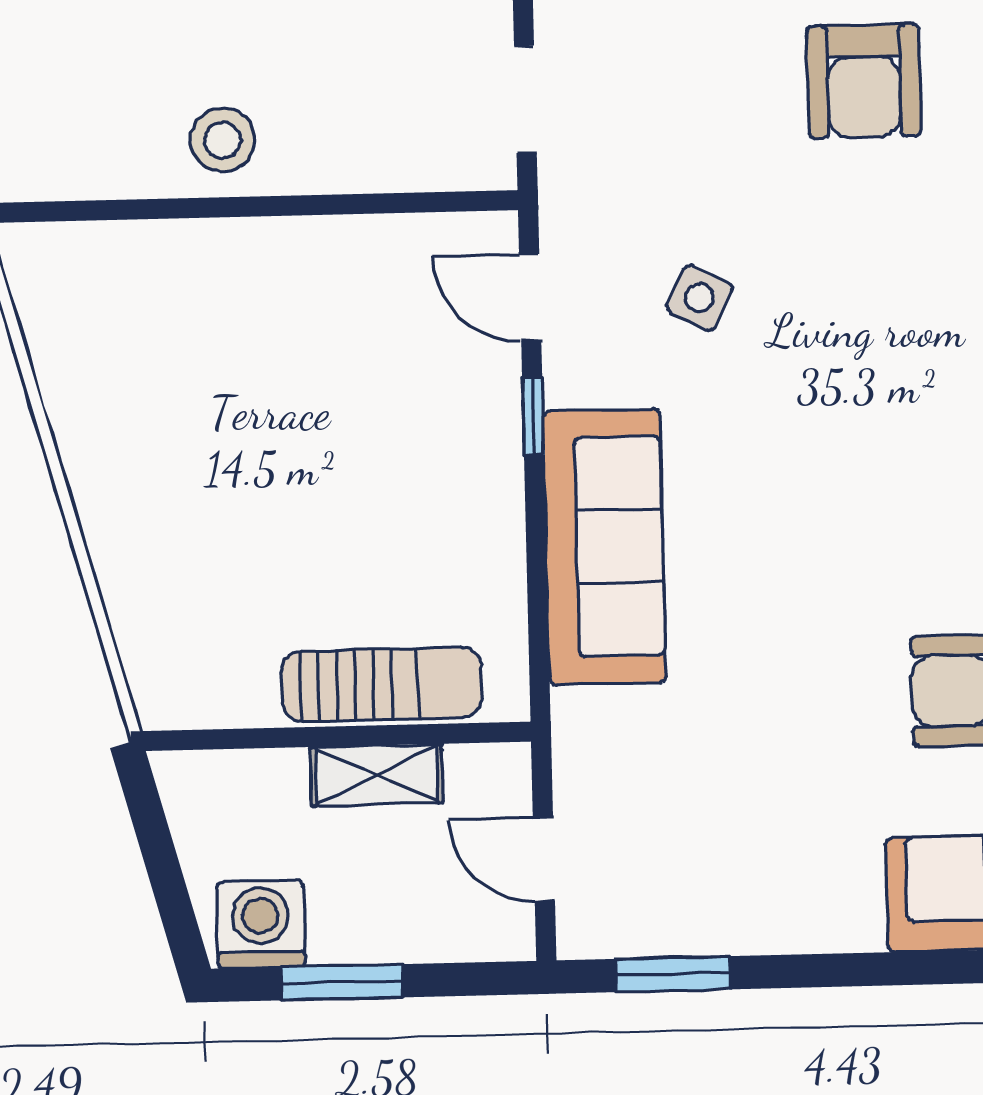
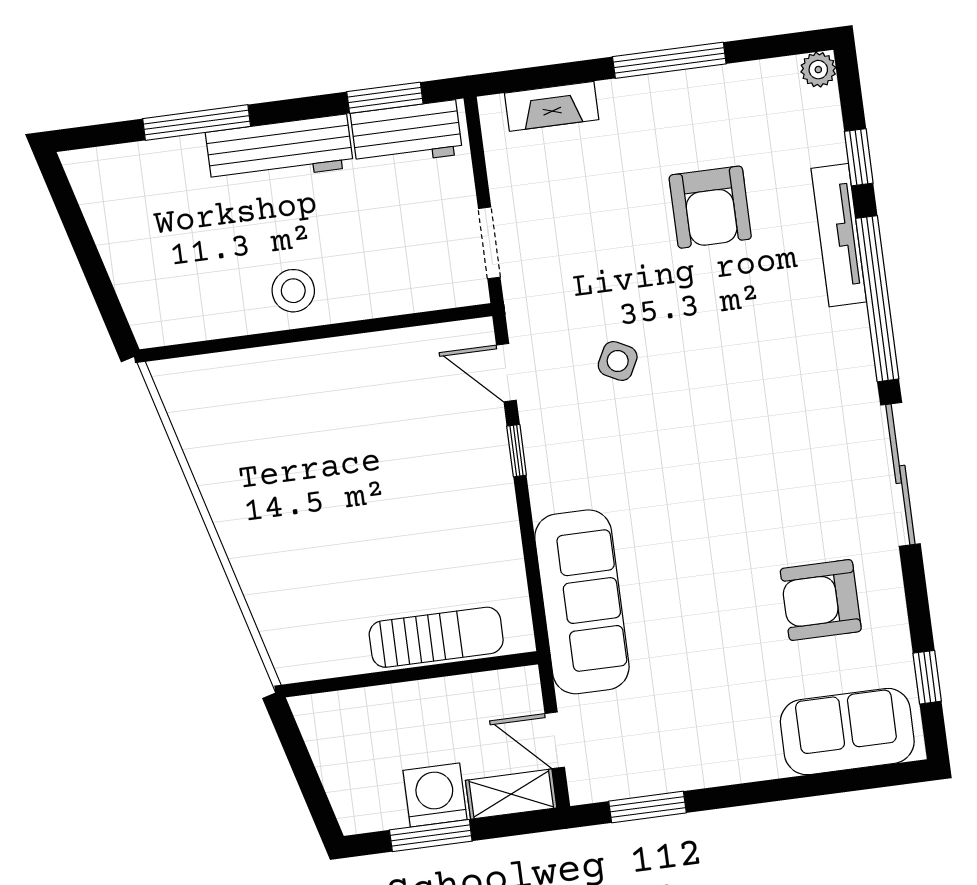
sofa: (605, 547) -> (582, 602), moved
shelving: (376, 775) -> (511, 794), moved
washing machine: (261, 924) -> (435, 795), moved

